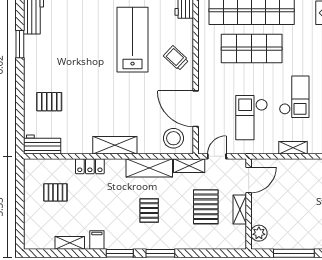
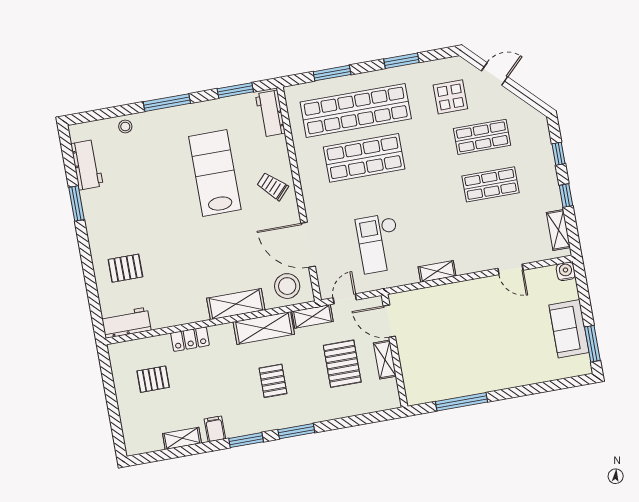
checkout: (294, 97) -> (427, 208), removed
shelving: (115, 145) -> (236, 304), moved
door: (249, 180) -> (389, 321), swing flipped
plant: (259, 233) -> (414, 385), removed

